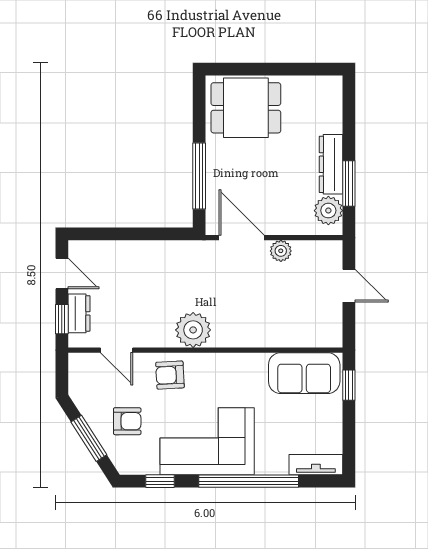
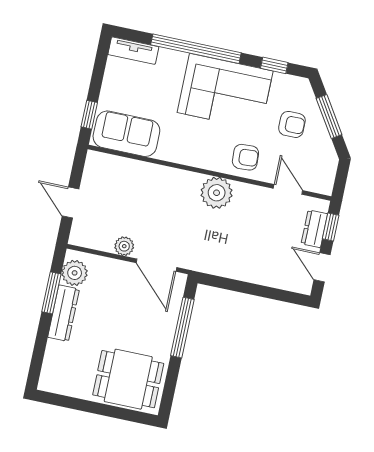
armchair: (127, 421) -> (292, 124), turned 180

